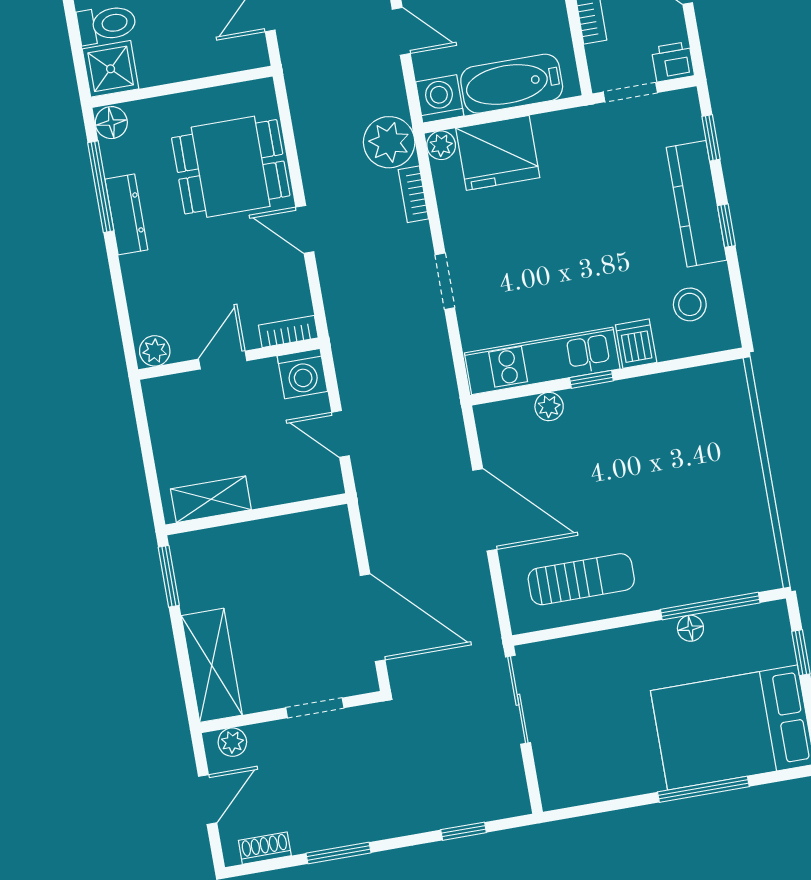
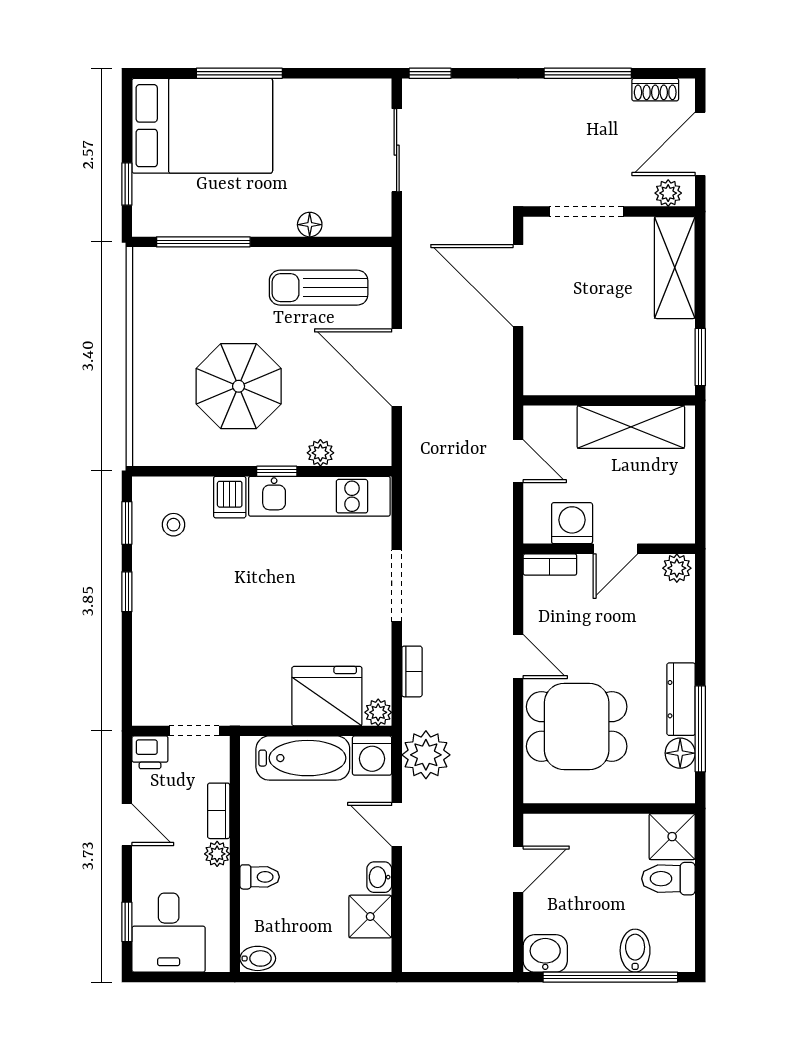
floor lamp: (111, 123) -> (680, 753), moved
window: (711, 138) -> (127, 523), moved
plant: (389, 142) -> (426, 755), moved
kitchen counter: (697, 204) -> (151, 617), removed
doorway: (445, 281) -> (397, 586), width x1.38
stool: (690, 304) -> (174, 525), width x0.73, depth x0.73
washing machine: (302, 374) -> (572, 523), moved
parasol: (647, 461) -> (239, 386), added
shelving: (211, 499) -> (631, 427), width x1.50, depth x1.33
floor lamp: (690, 628) -> (310, 225), moved
sliding door: (518, 700) -> (397, 150), moved
doorway: (315, 708) -> (586, 211), width x1.38
door: (208, 800) -> (700, 144), width x1.38
window: (464, 831) -> (430, 73), moved
window: (338, 853) -> (588, 73), width x1.44

